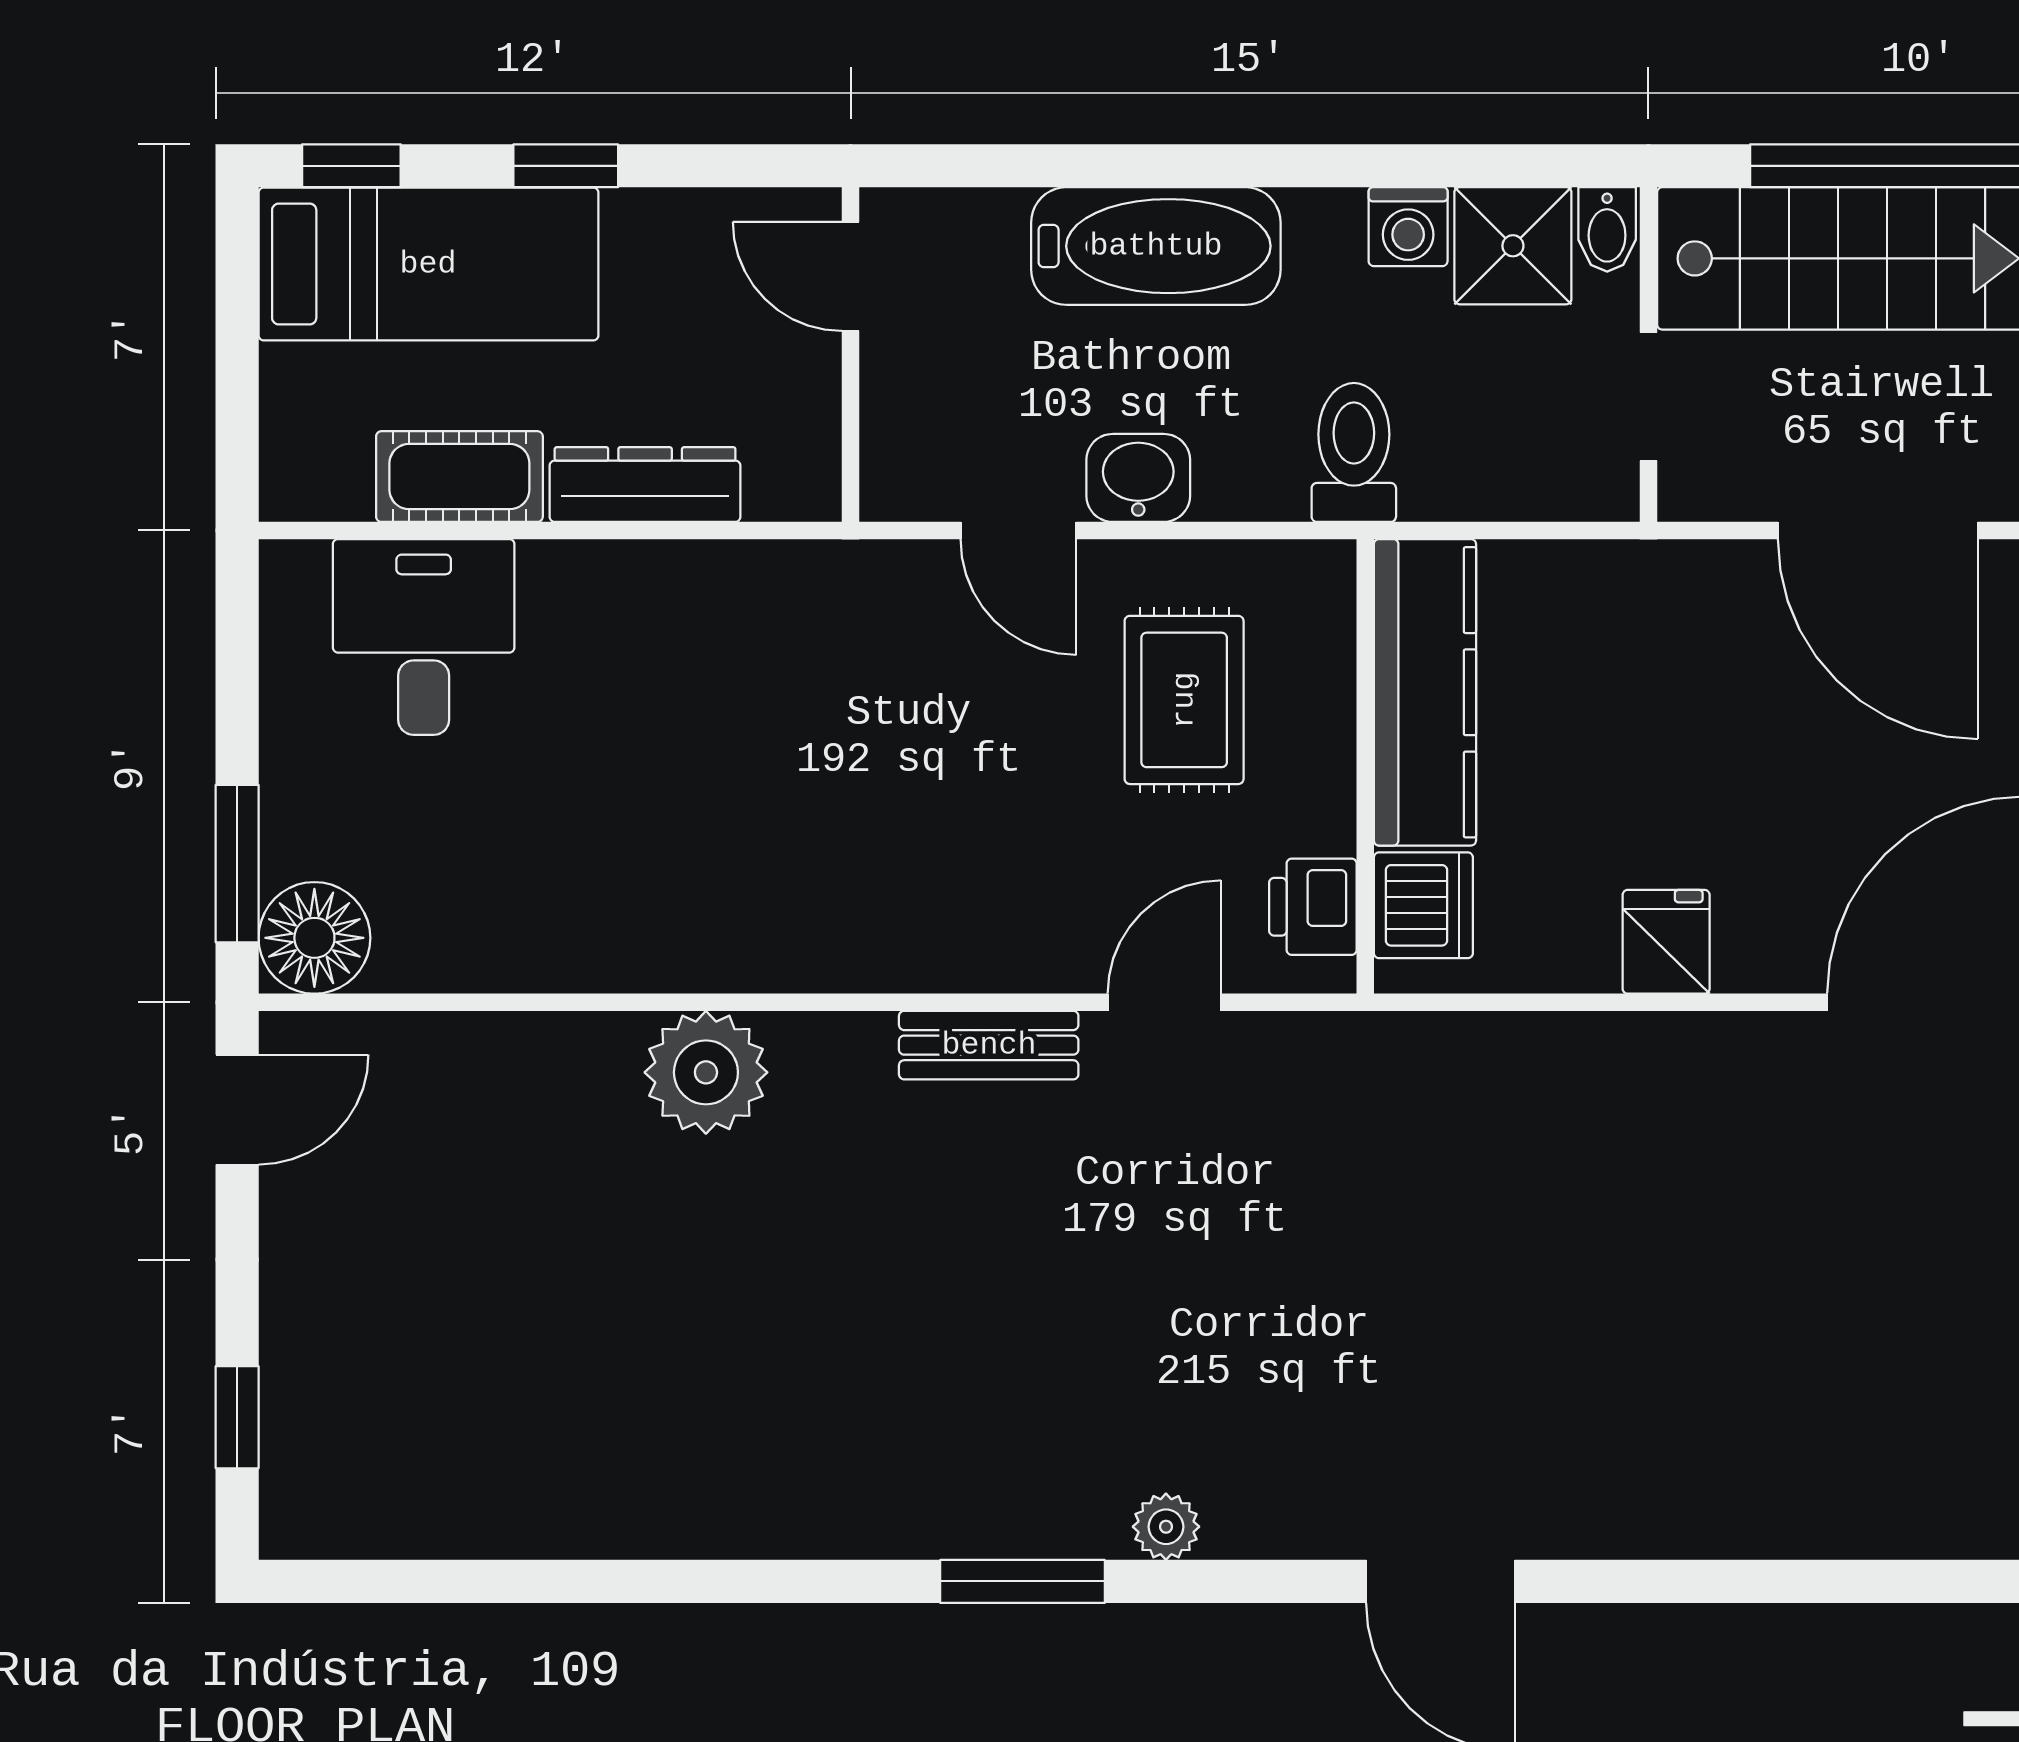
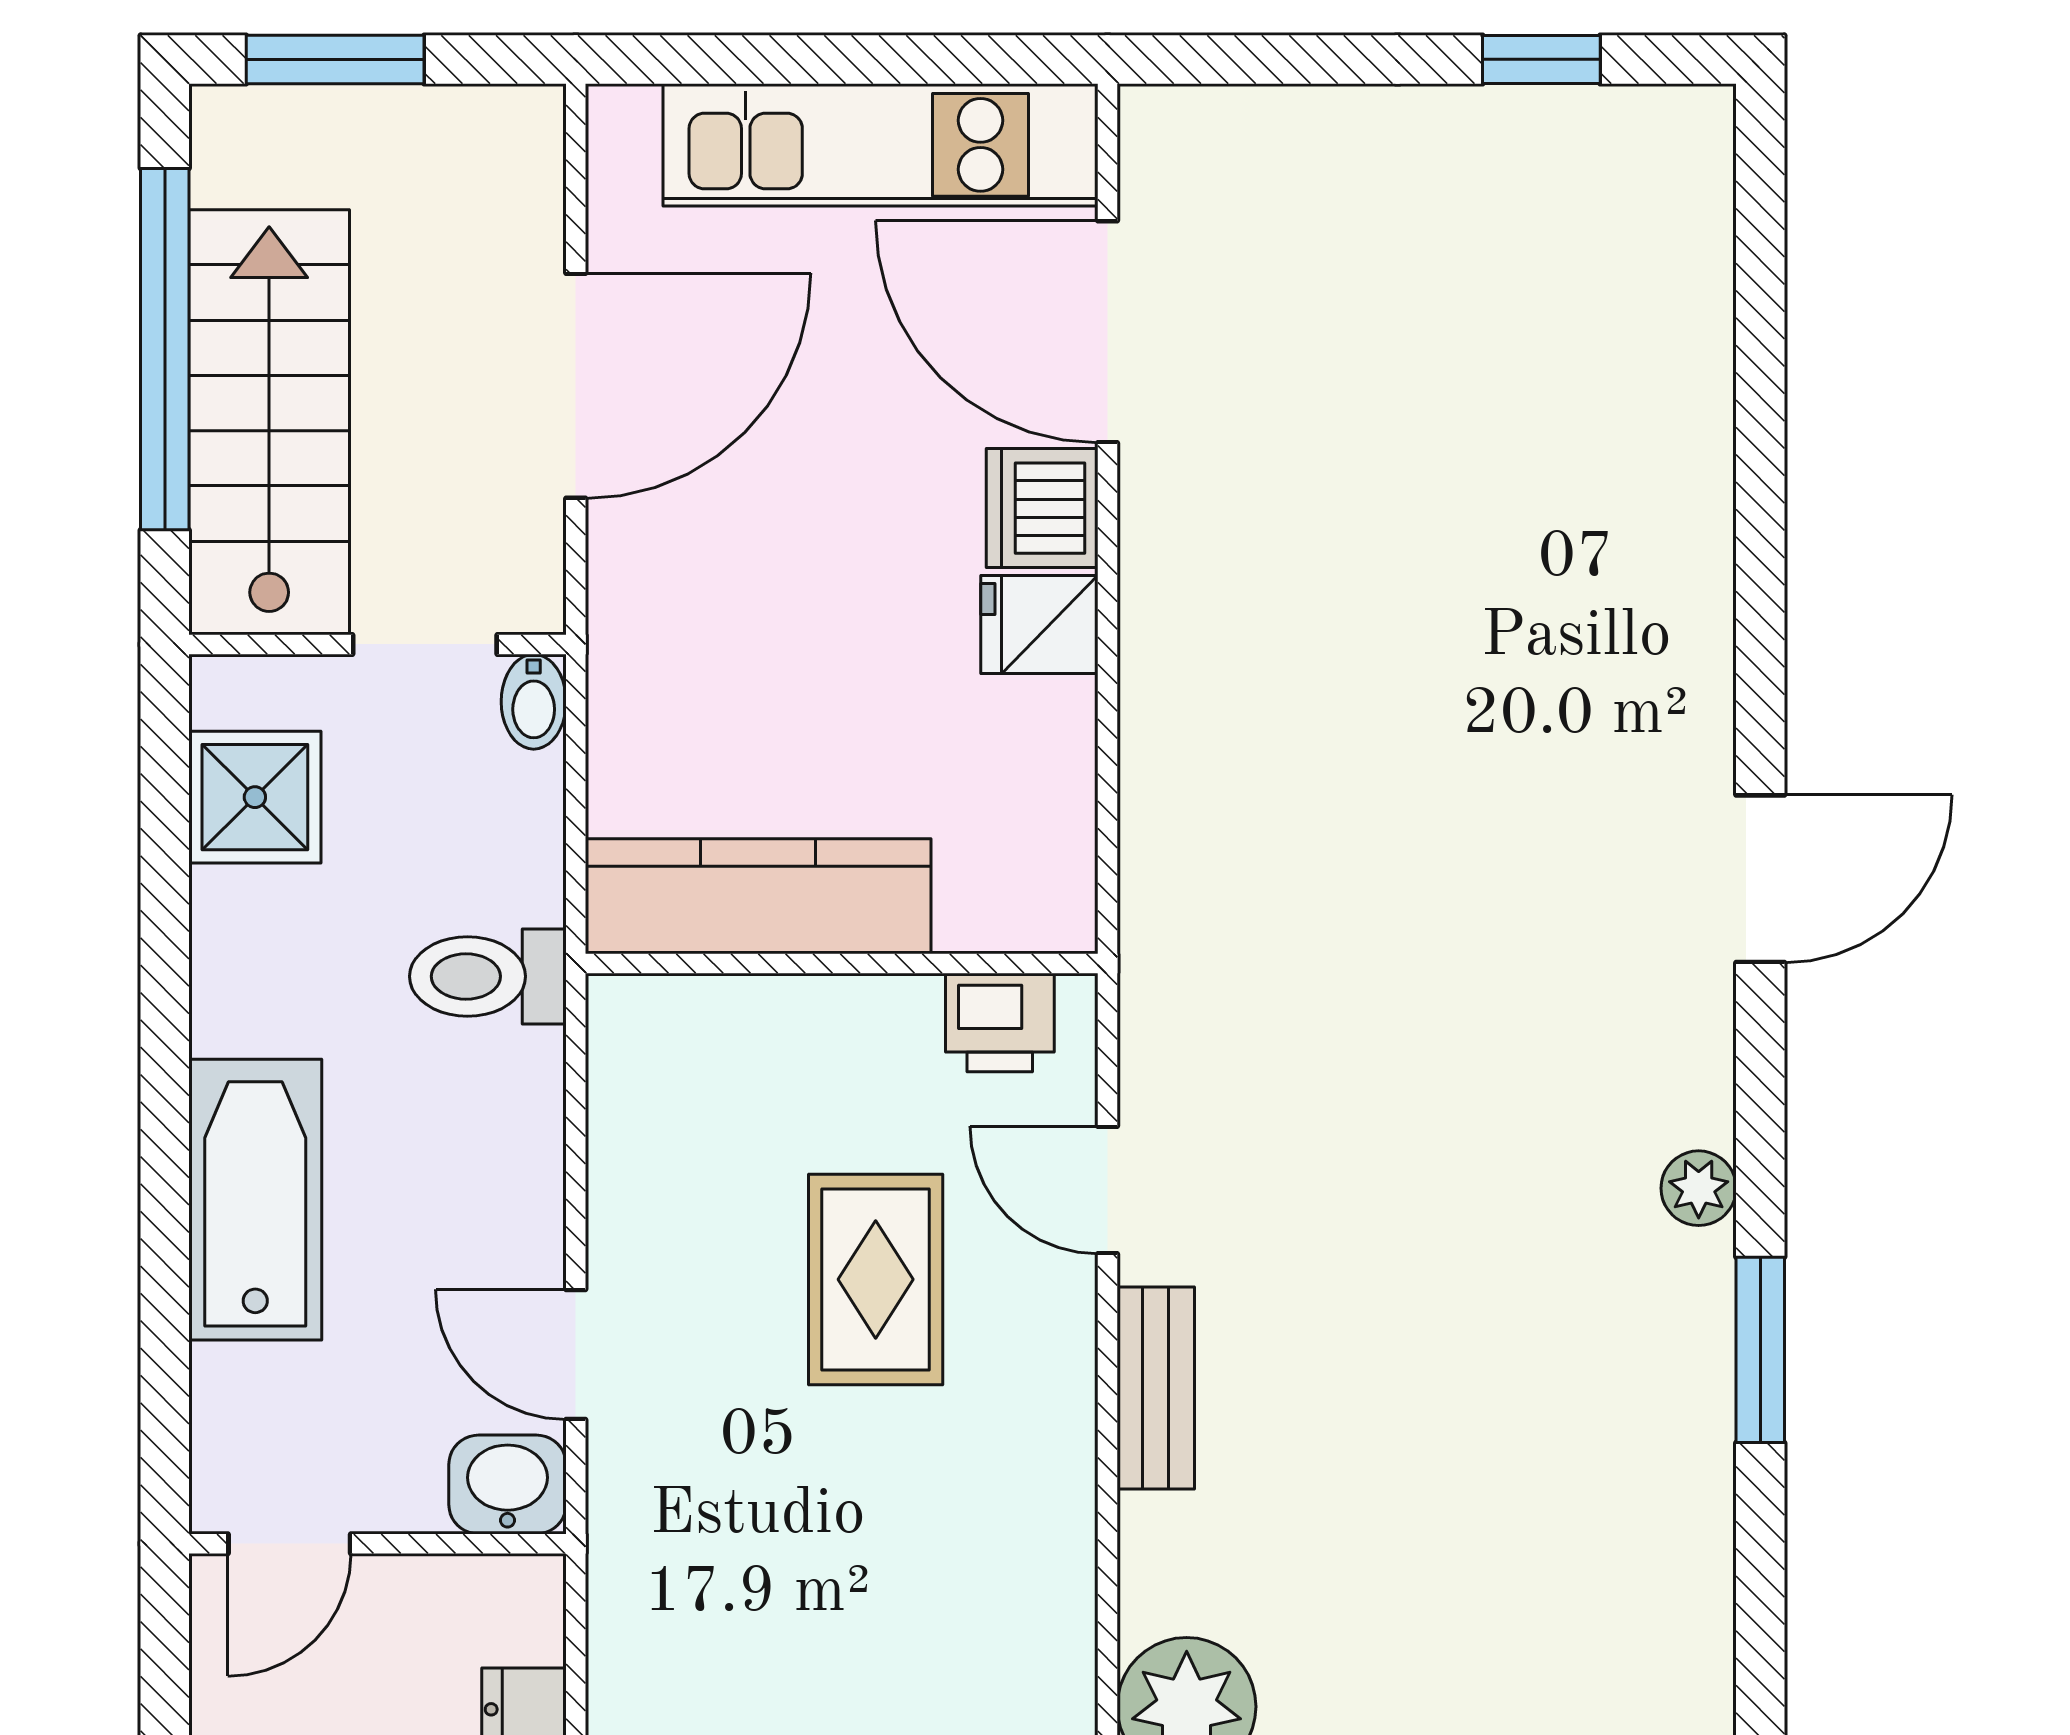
washing machine: (1408, 227) -> (233, 915), removed
bidet: (1607, 229) -> (534, 702), moved, turned 90
washbasin: (1138, 478) -> (508, 1485), moved, turned 90
door: (1018, 530) -> (576, 1354), swing flipped
rug: (1184, 700) -> (876, 1279), moved, turned 90
dishwasher: (1423, 905) -> (1042, 508), moved, turned -90

